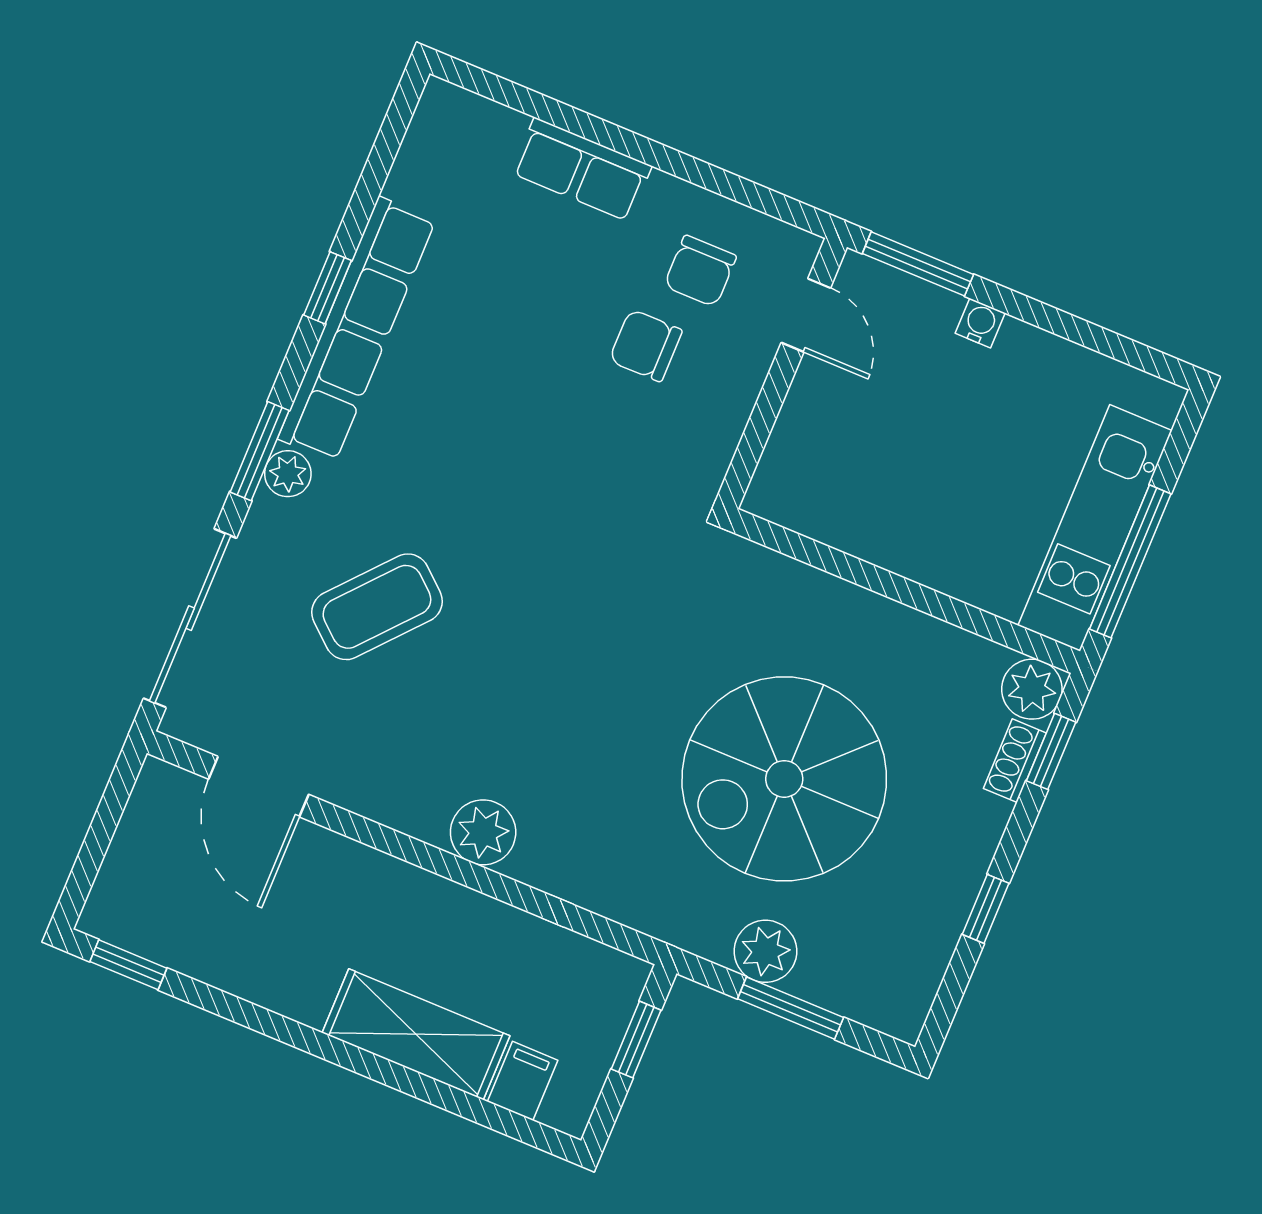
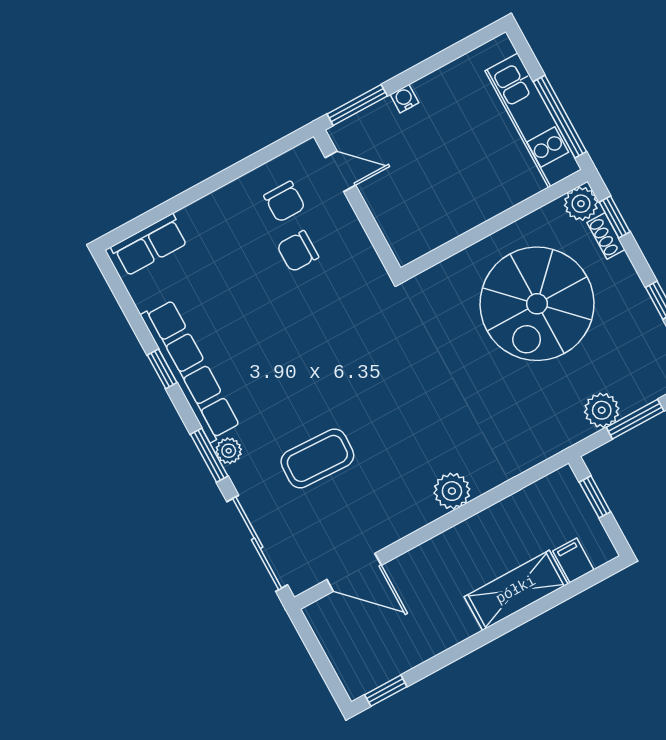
row of seats: (582, 170) -> (149, 245), moved
coffee table: (377, 607) -> (317, 458), turned 51
spiral stairs: (784, 779) -> (537, 304), moved

